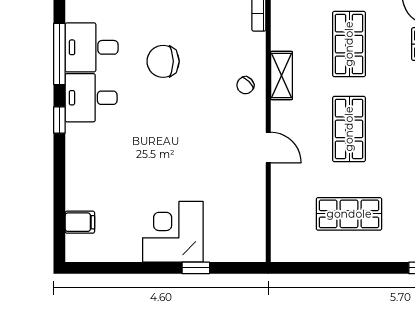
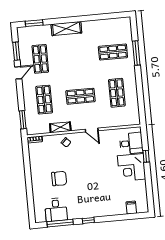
shop shelf: (349, 44) -> (44, 100), turned 90
chair: (163, 61) -> (59, 179), turned -90
desk: (91, 98) -> (131, 143), moved, turned -90
door: (268, 148) -> (92, 130), swing flipped

